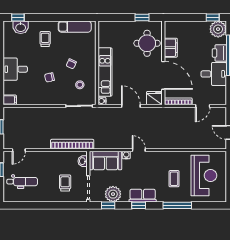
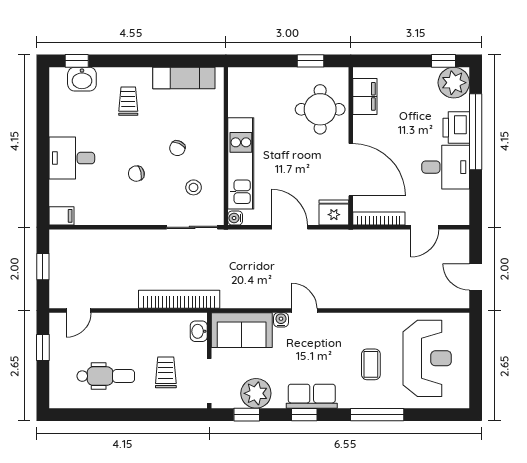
filing cabinet: (171, 48) -> (365, 96), moved
dental chair: (22, 182) -> (106, 376), moved

